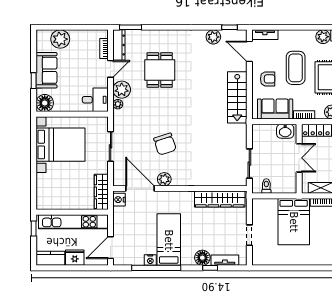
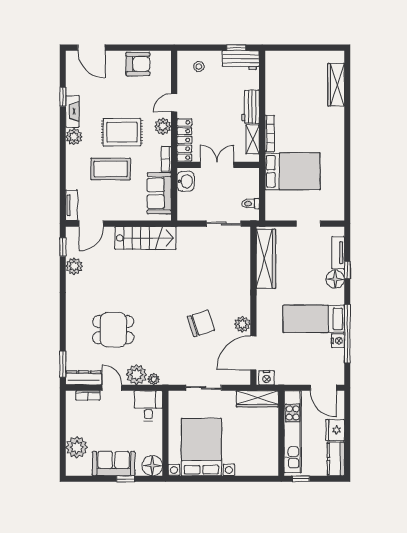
armchair: (268, 79) -> (124, 202), removed

